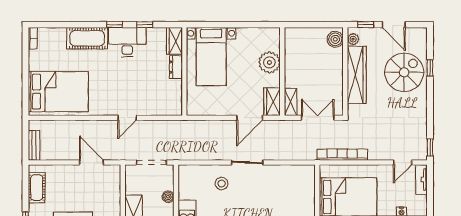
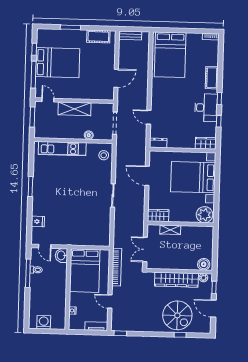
door: (394, 25) -> (213, 309), hinge flipped
cot: (87, 38) -> (212, 78), width x0.73, depth x0.75
bed with nightstands: (211, 57) -> (193, 177), width x1.36
plant: (269, 62) -> (205, 215), moved
dresser: (176, 67) -> (158, 143), moved
shelving: (291, 102) -> (170, 230), moved
door: (127, 118) -> (149, 117), moved
door: (250, 118) -> (147, 176), moved
double door: (318, 118) -> (145, 249), swing flipped
door: (403, 162) -> (110, 301), moved
stool: (222, 183) -> (104, 155), moved

